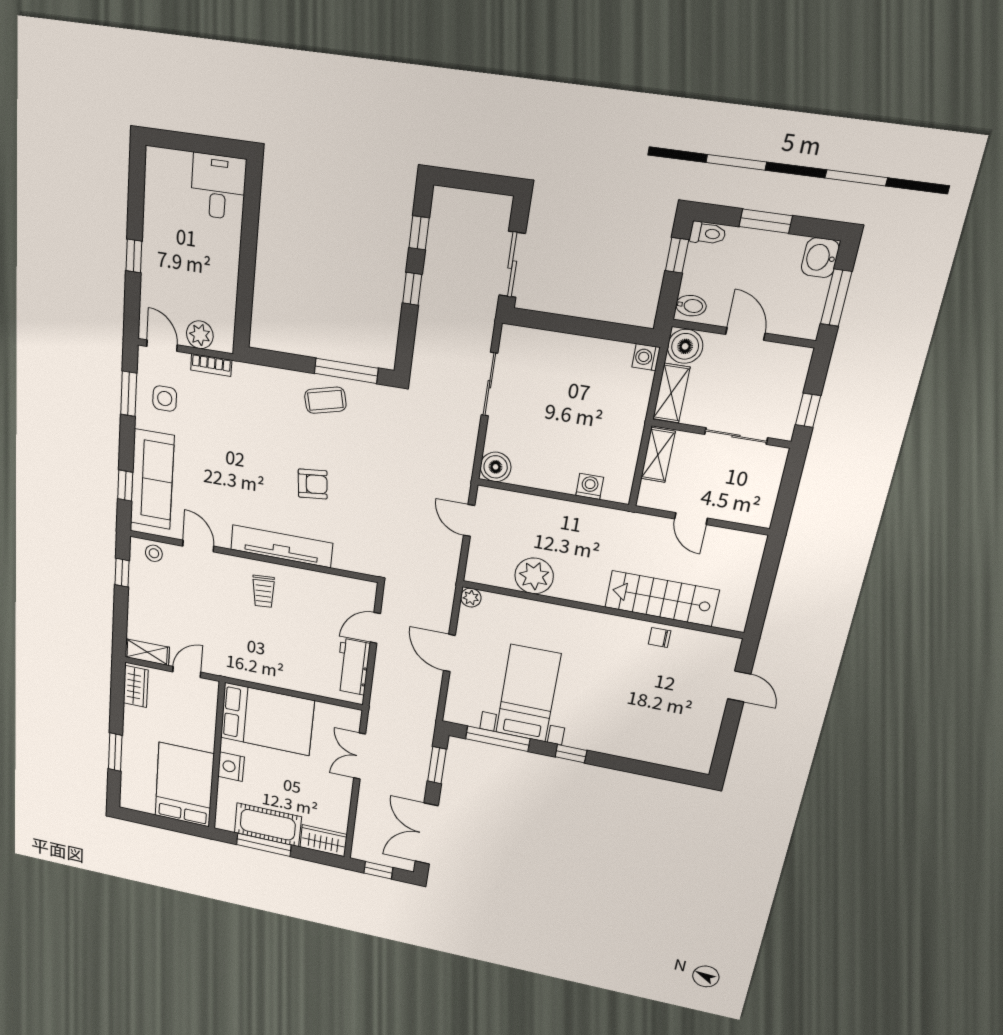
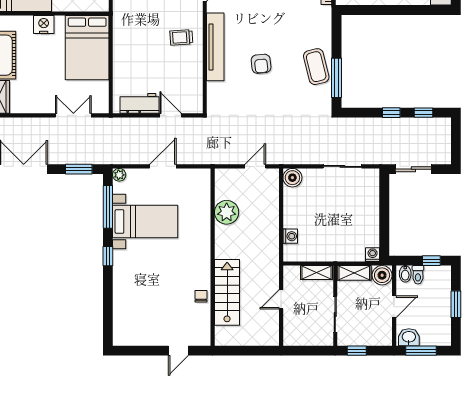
toilet: (708, 233) -> (418, 275), moved
washbasin: (820, 258) -> (409, 337), moved
coffee table: (325, 400) -> (316, 67), width x1.36, depth x1.30
plant: (471, 598) -> (119, 175), moved

